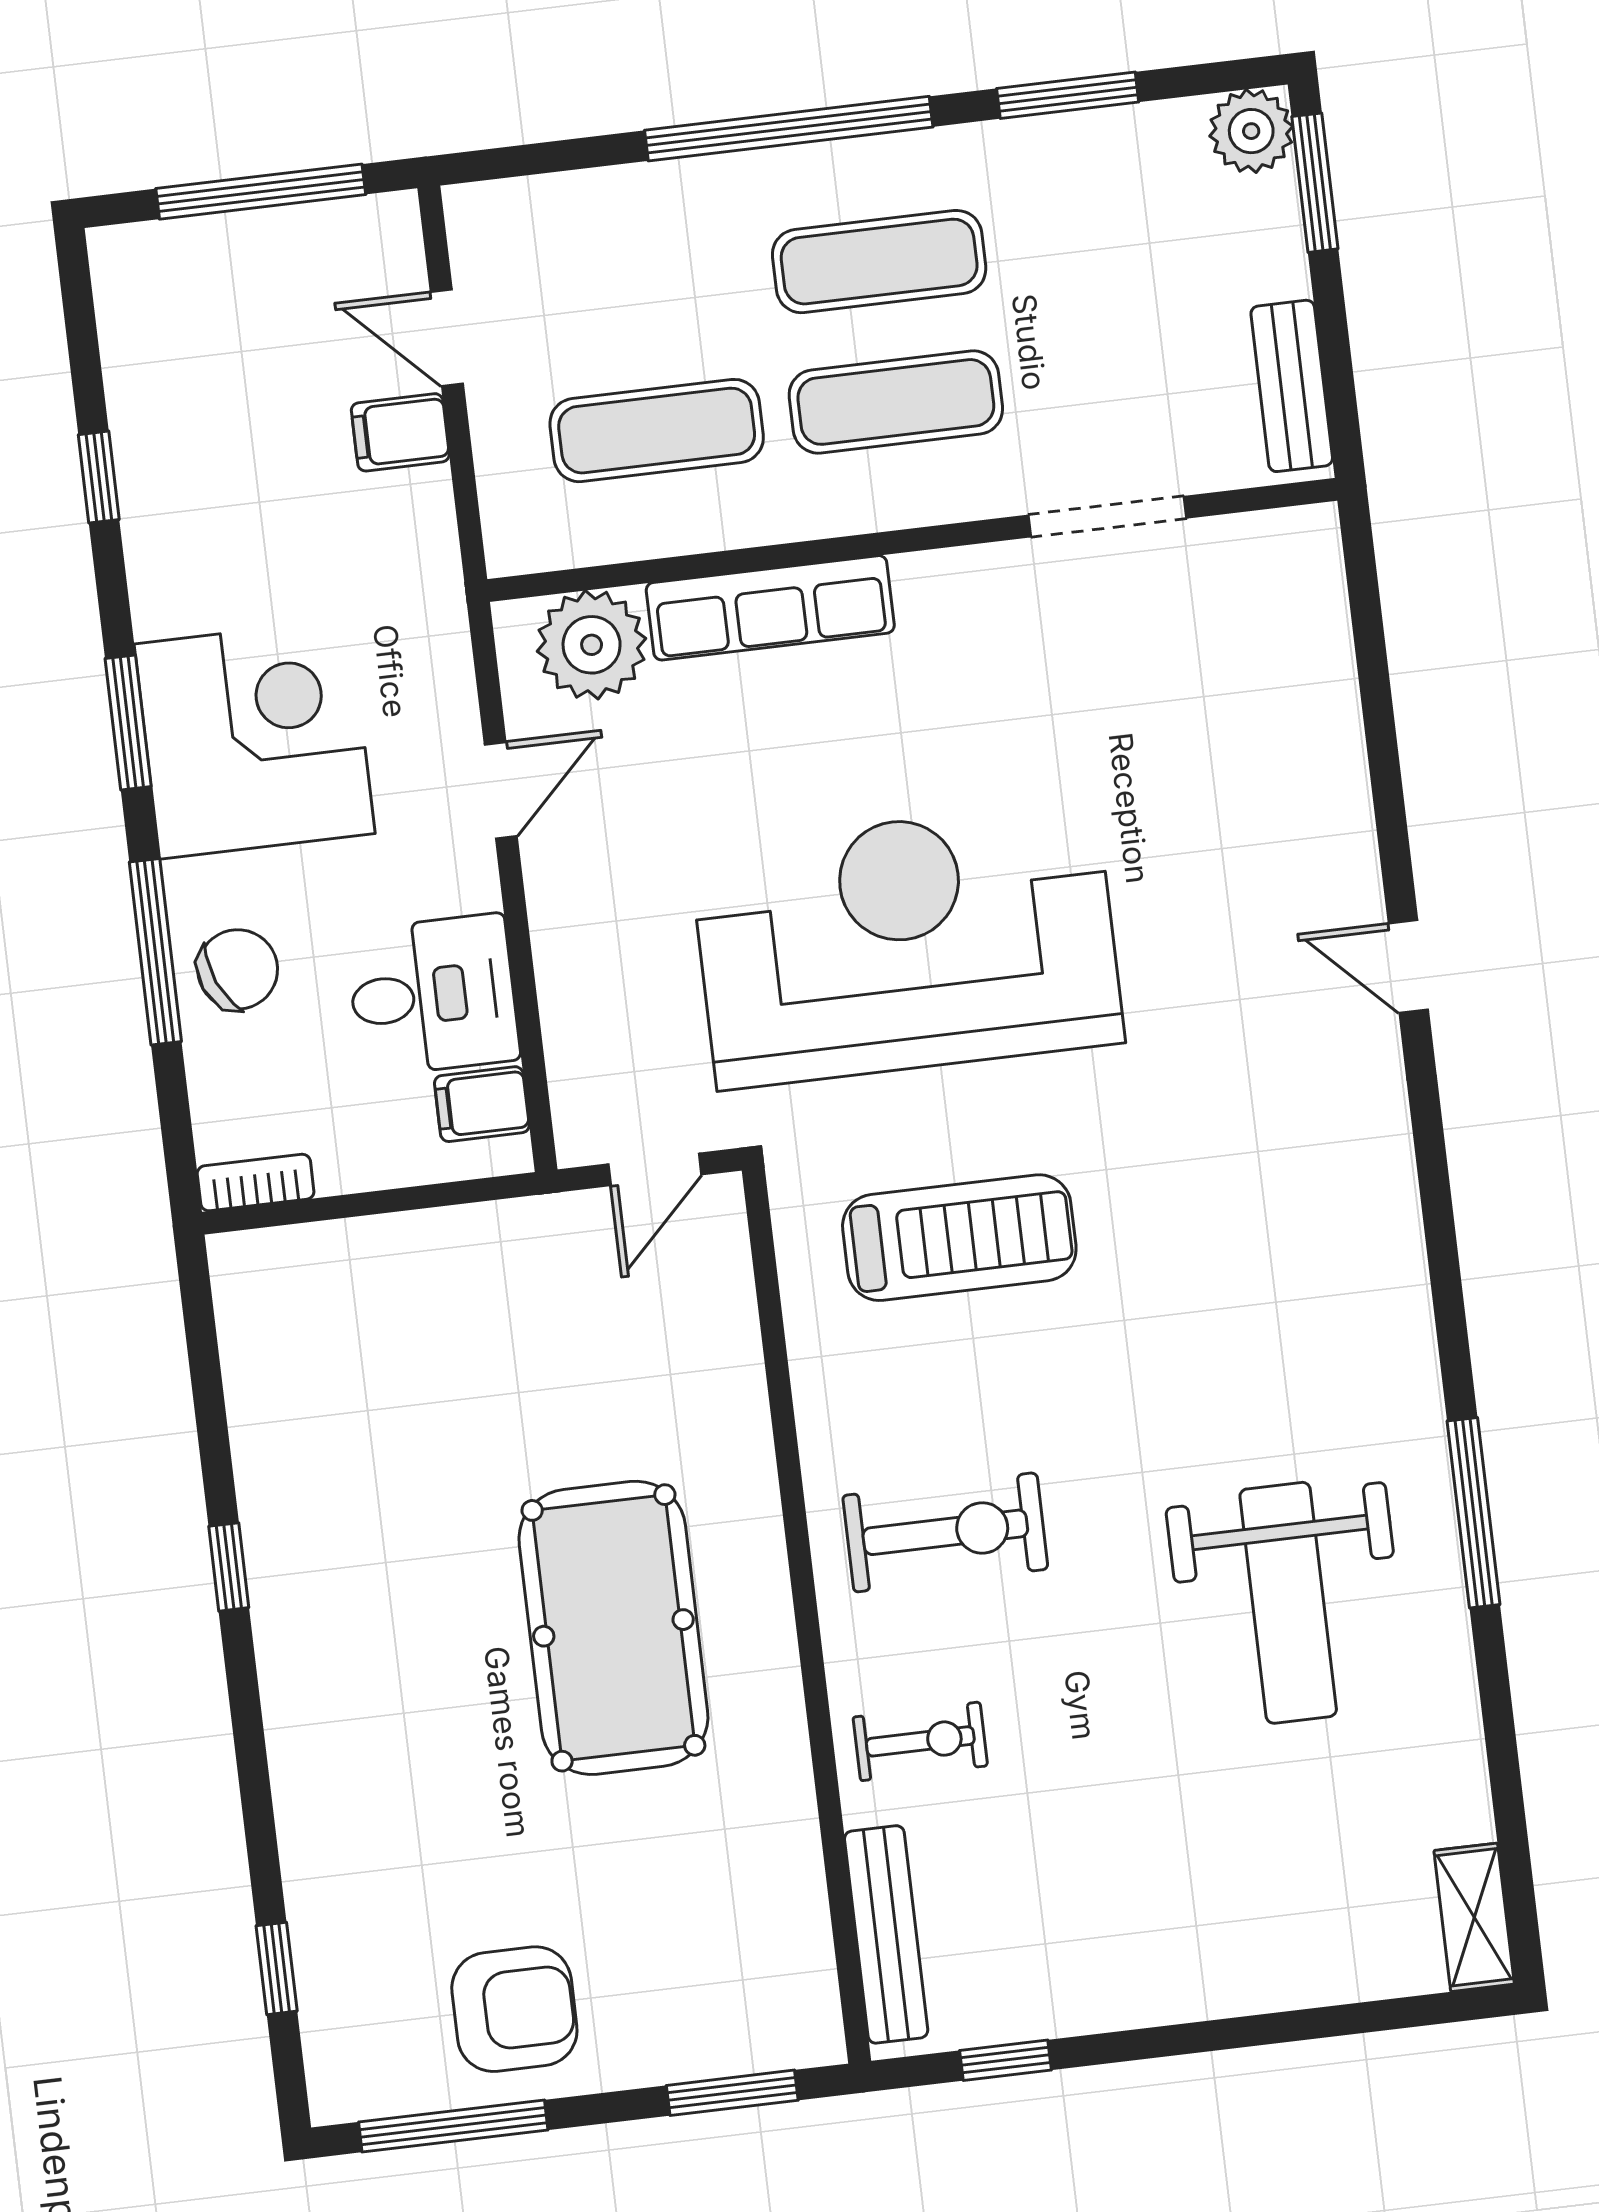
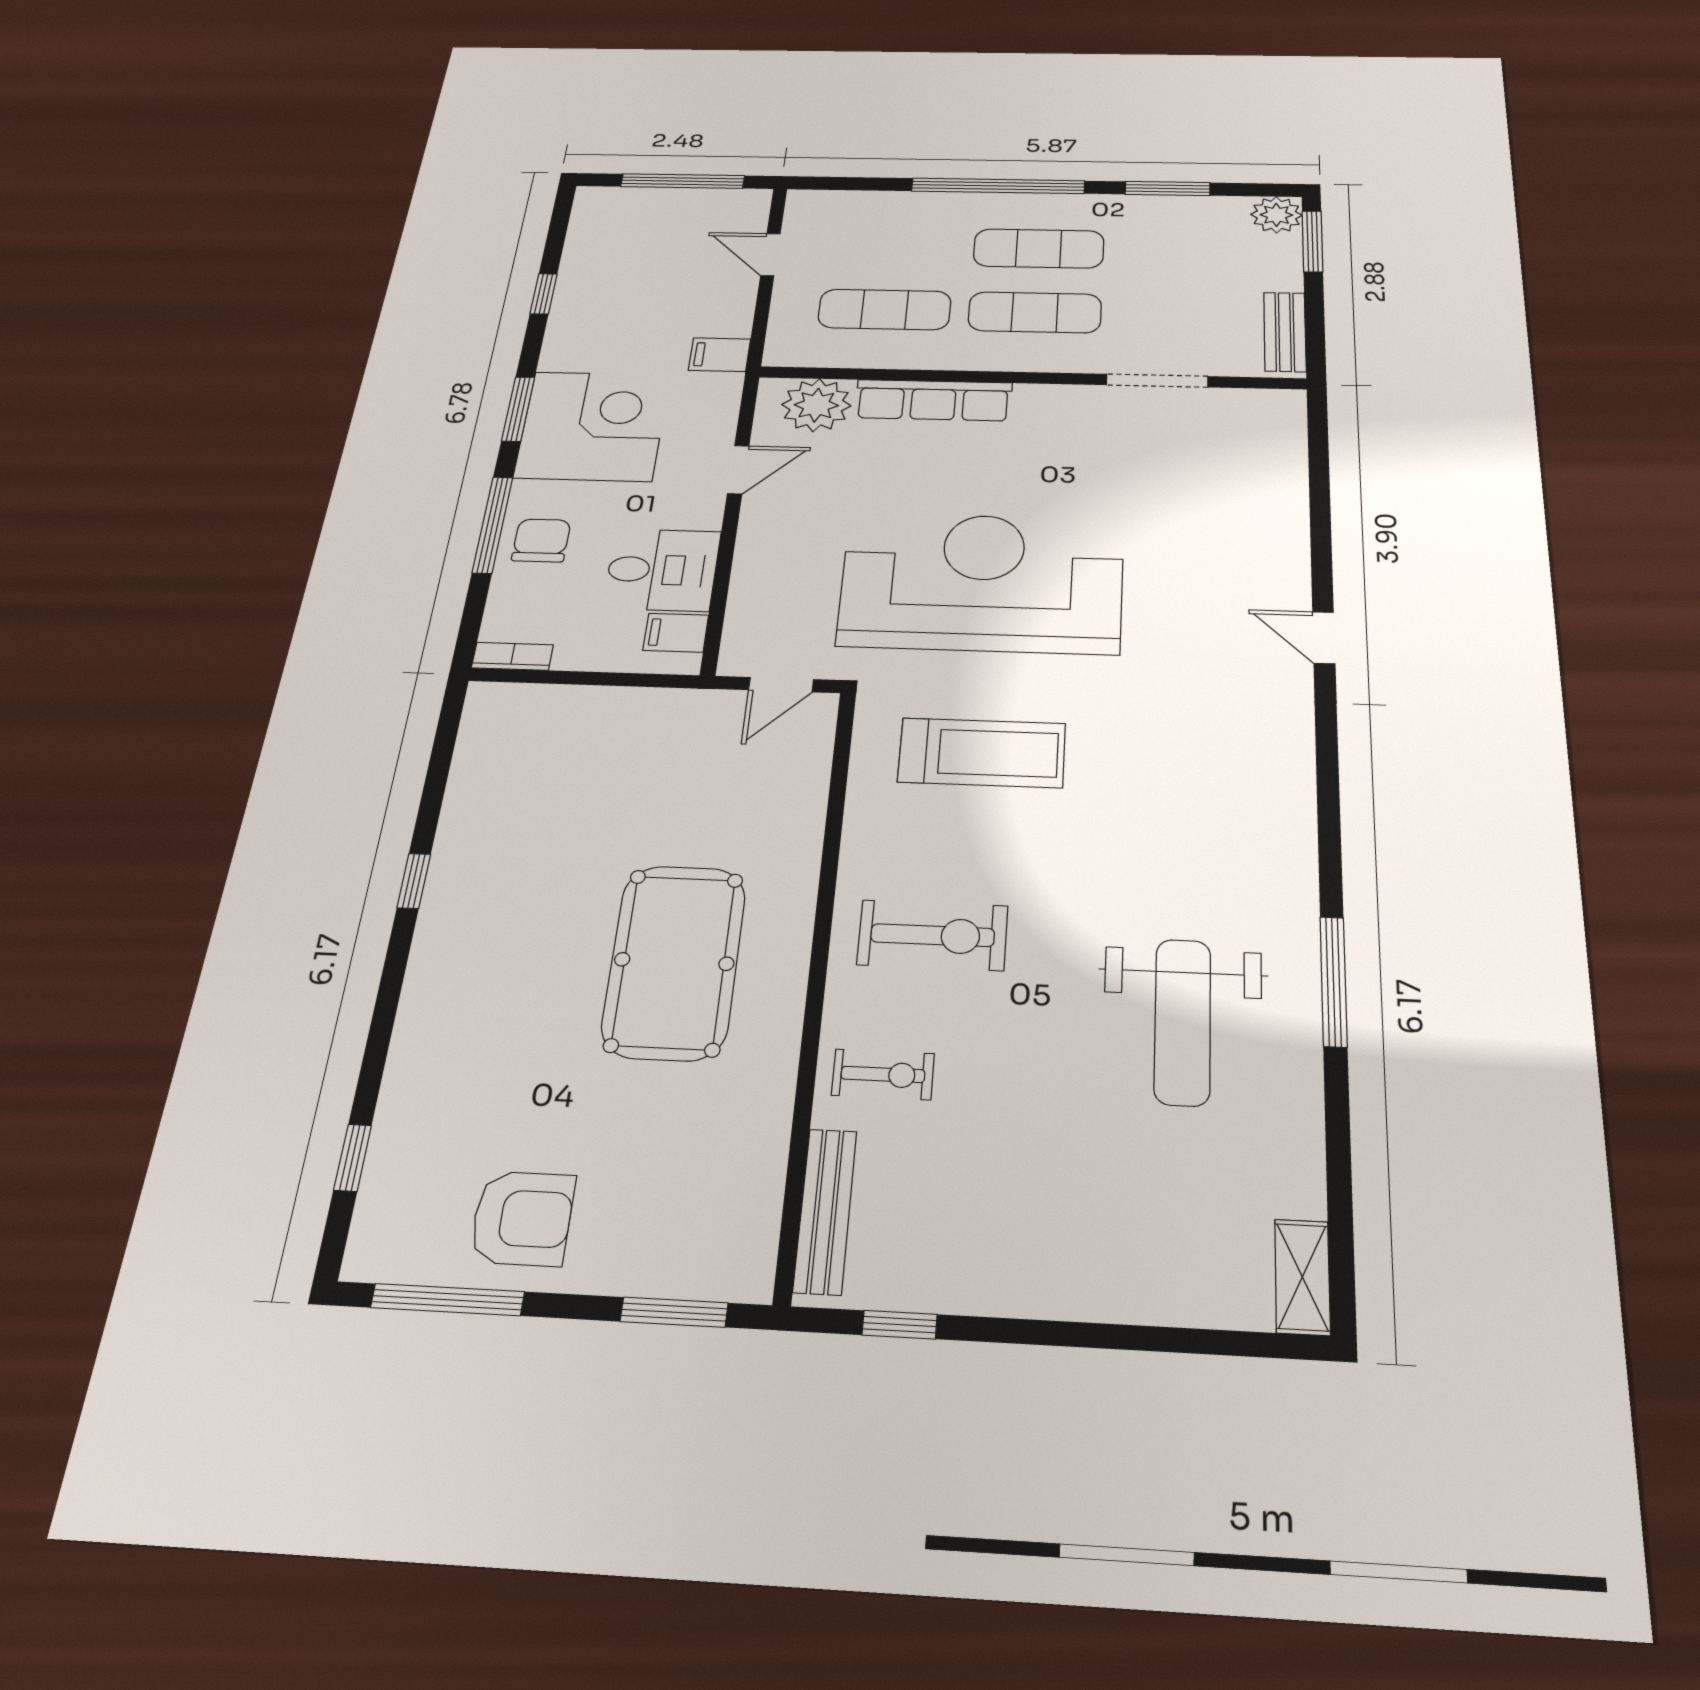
filing cabinet: (400, 432) -> (720, 355), moved
chair: (238, 969) -> (541, 540), turned -67

